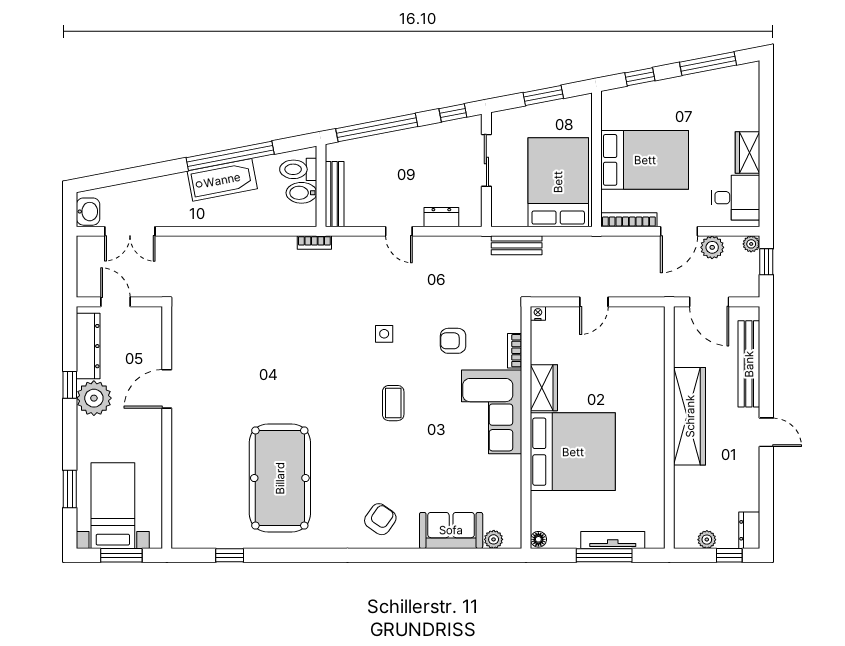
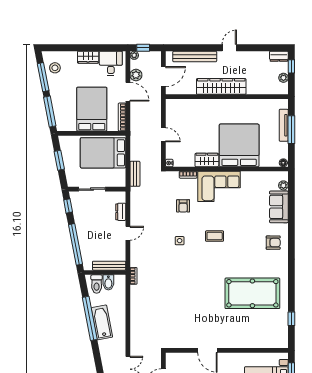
window: (640, 77) -> (50, 112), width x2.17
stool: (726, 87) -> (55, 68), added
armchair: (380, 519) -> (273, 243), turned 145

